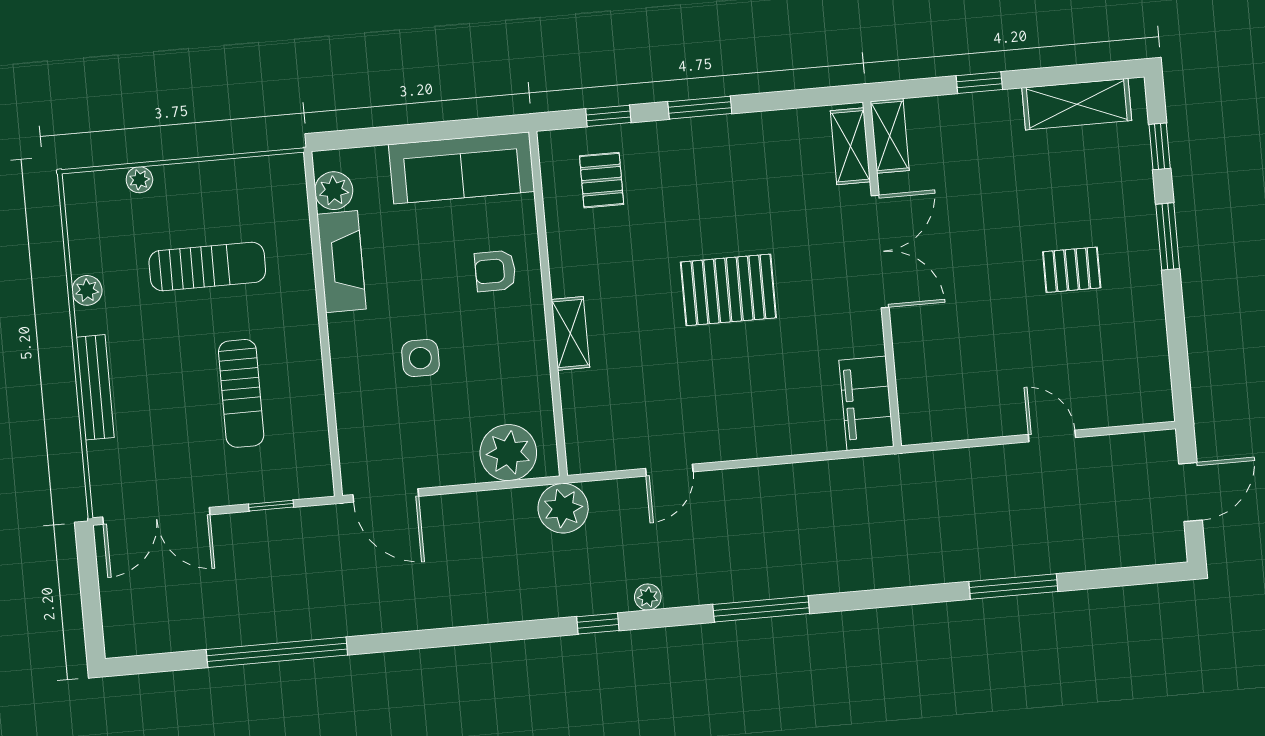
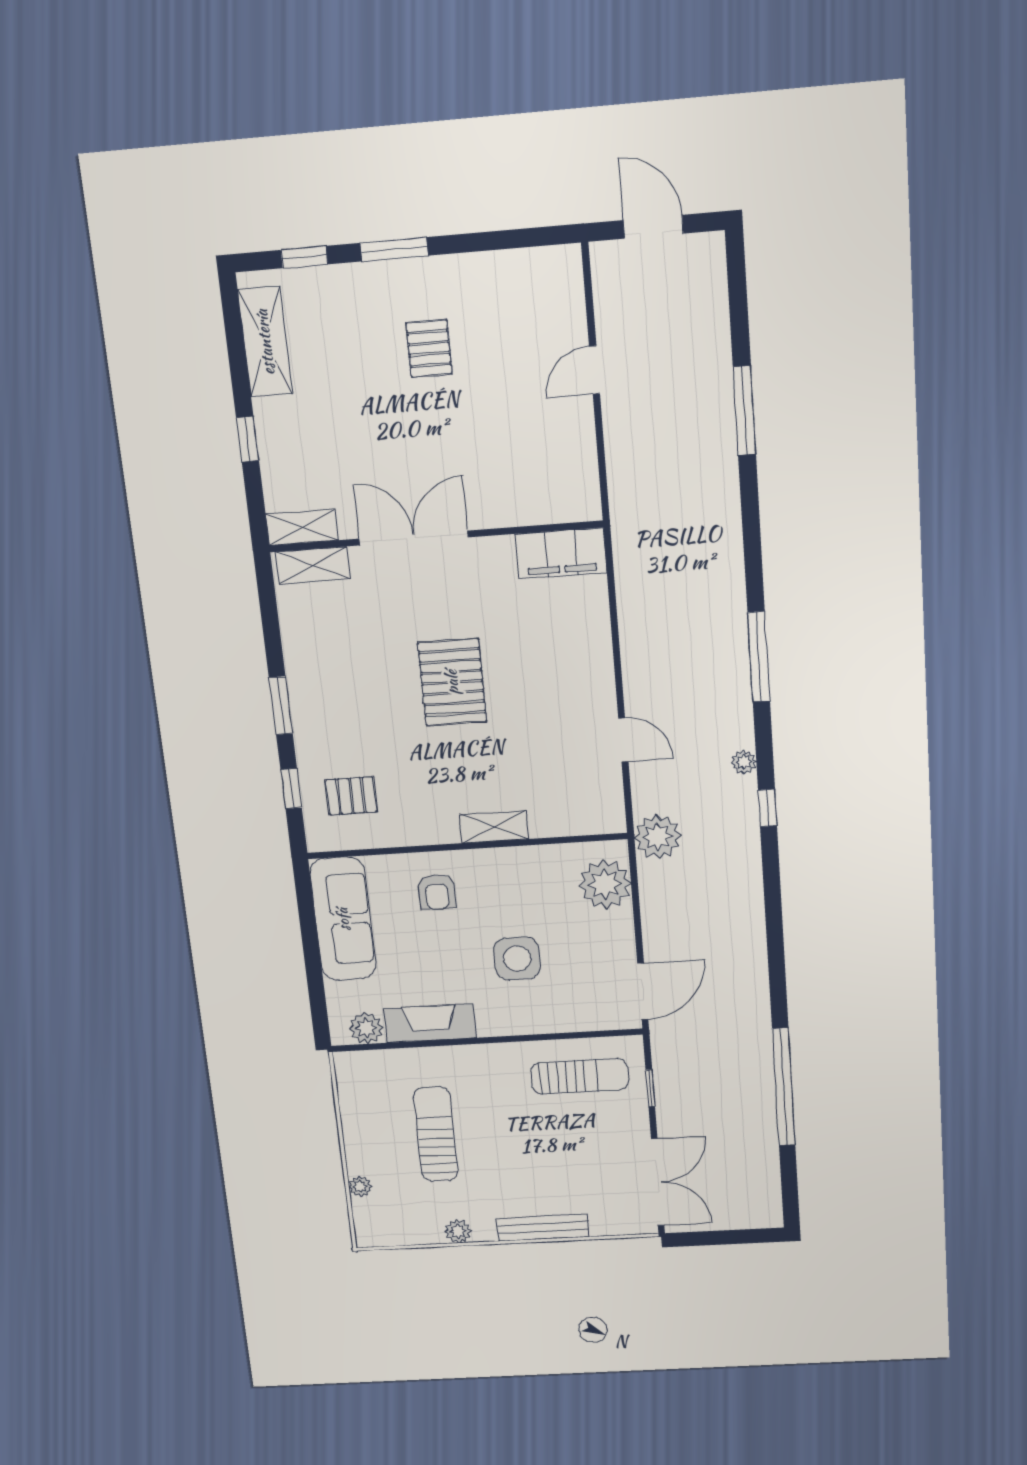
side table: (420, 358) -> (517, 958), width x1.37, depth x1.37
sun lounger: (241, 393) -> (579, 1076), moved

